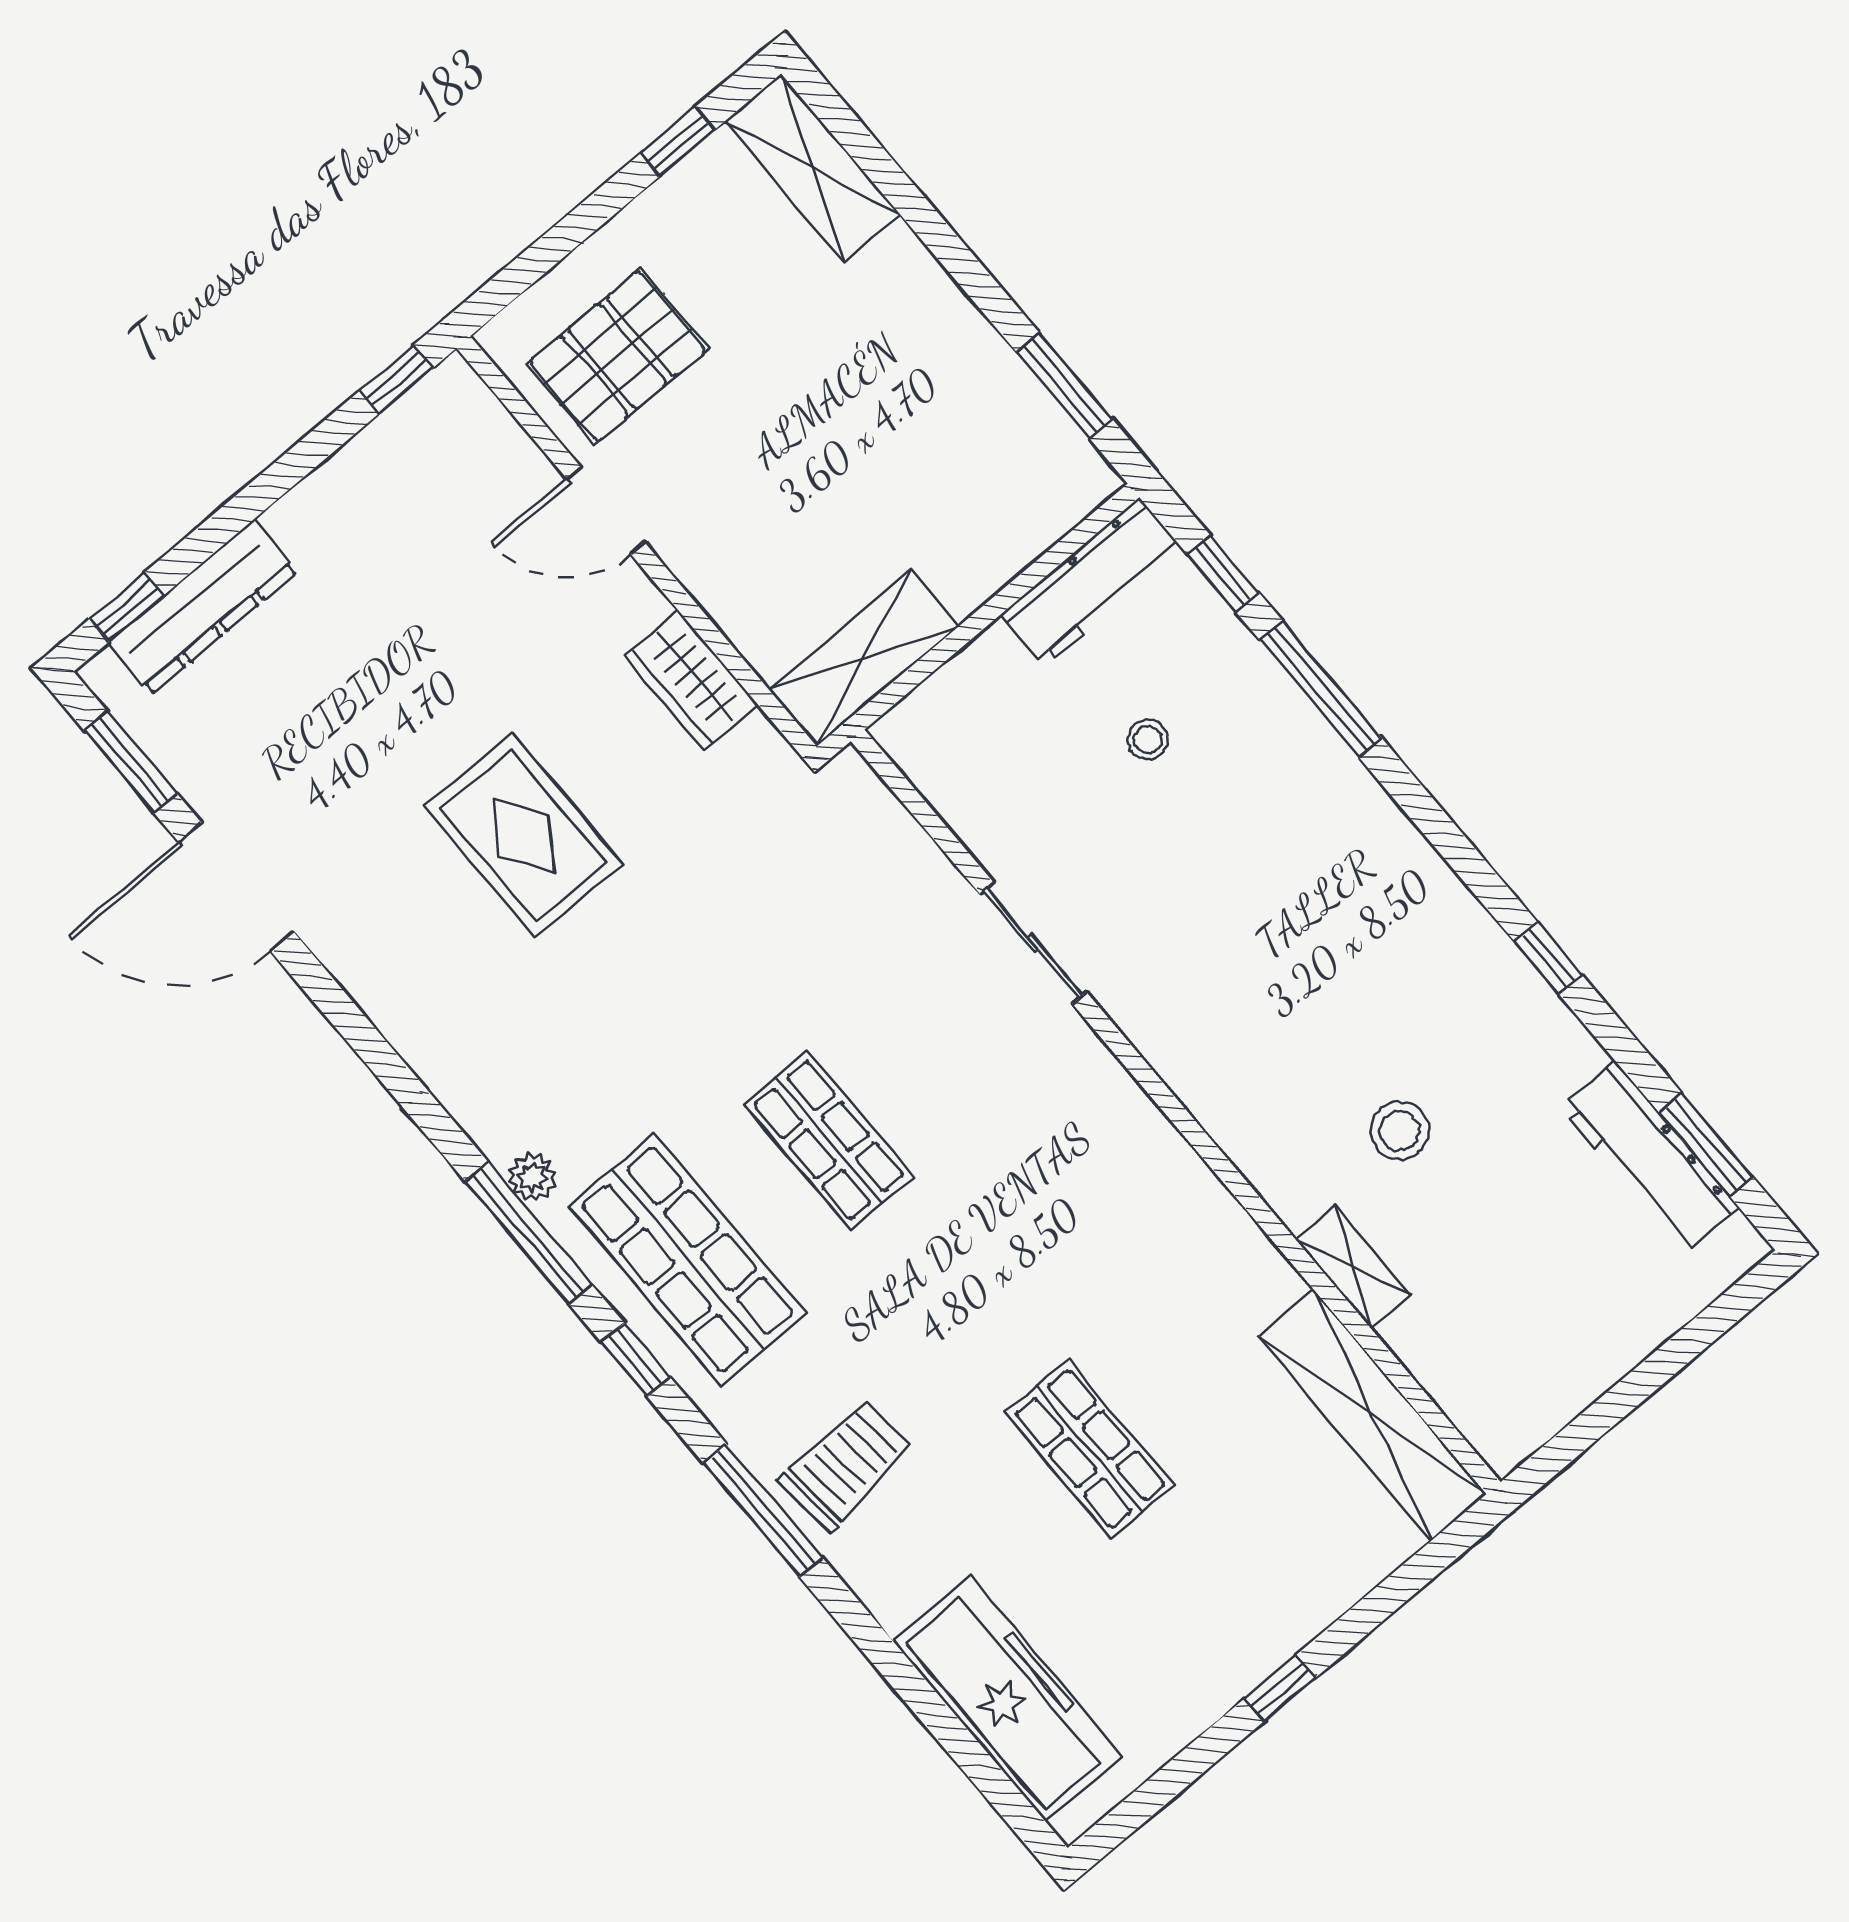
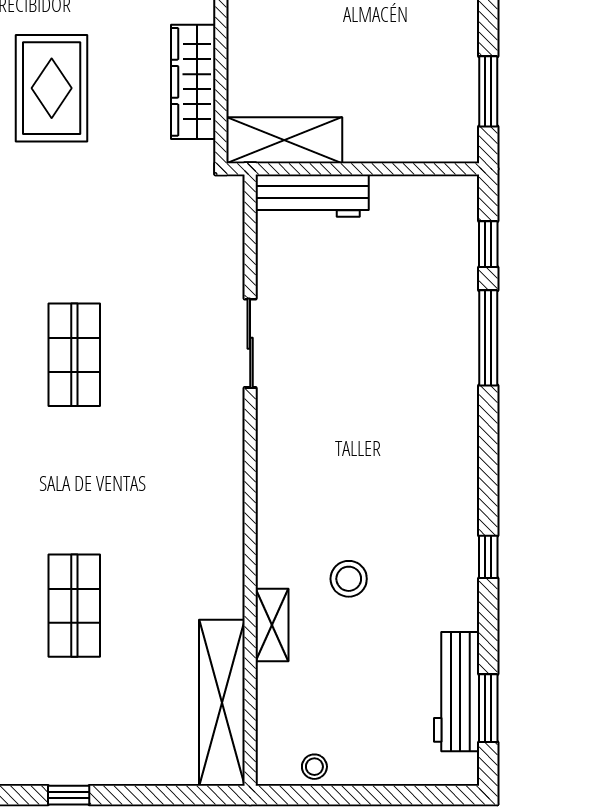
workbench: (1092, 582) -> (312, 196), moved
wardrobe: (691, 681) -> (193, 82), width x1.50
stool: (1148, 739) -> (314, 767), moved

